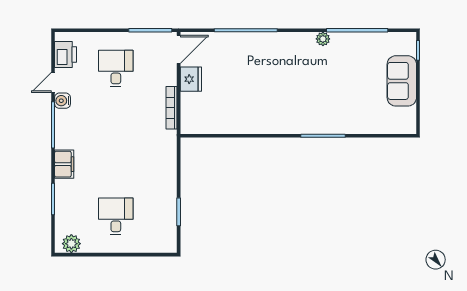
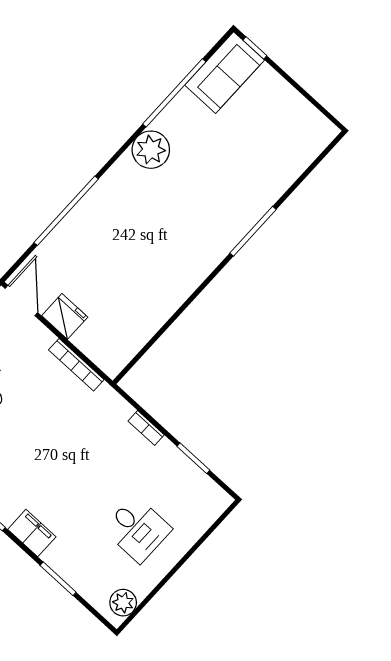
plant: (323, 39) -> (151, 150), width x1.88, depth x1.88
sofa: (402, 81) -> (225, 73), moved, turned -90
bookcase: (172, 173) -> (146, 428), added
desk: (116, 216) -> (137, 529), turned 180

